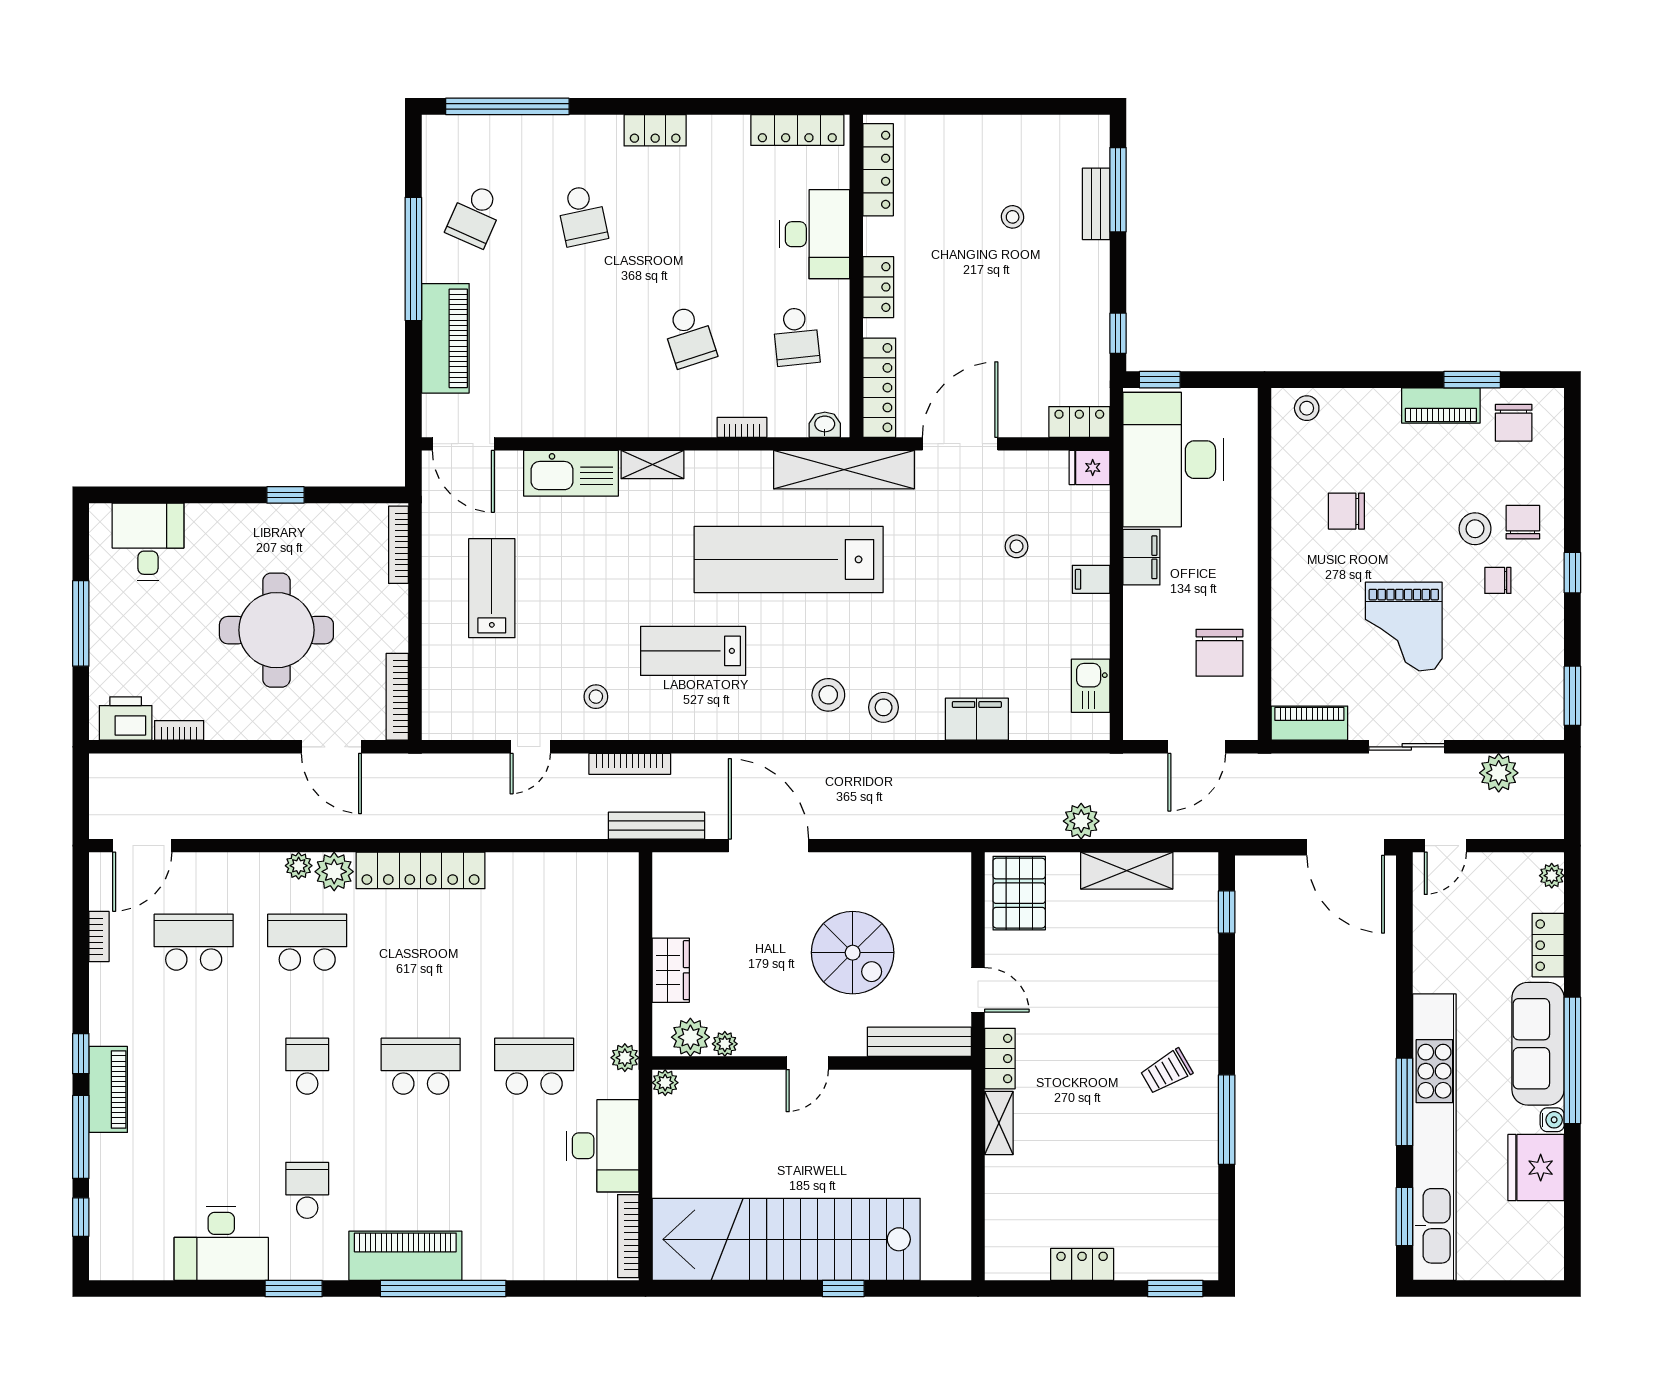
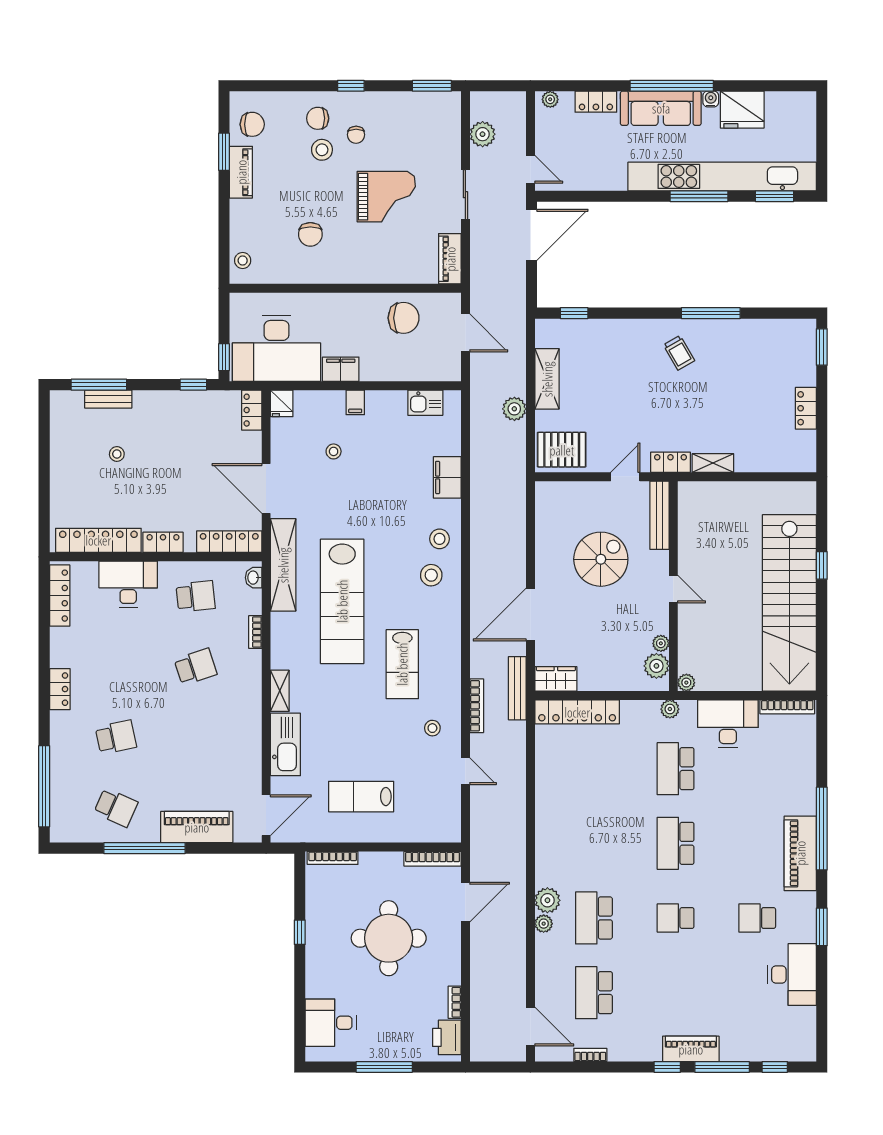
locker: (878, 170) -> (98, 540), width x1.41, depth x1.21
locker: (421, 870) -> (577, 712), moved, turned 90
wardrobe: (671, 970) -> (556, 679), moved

